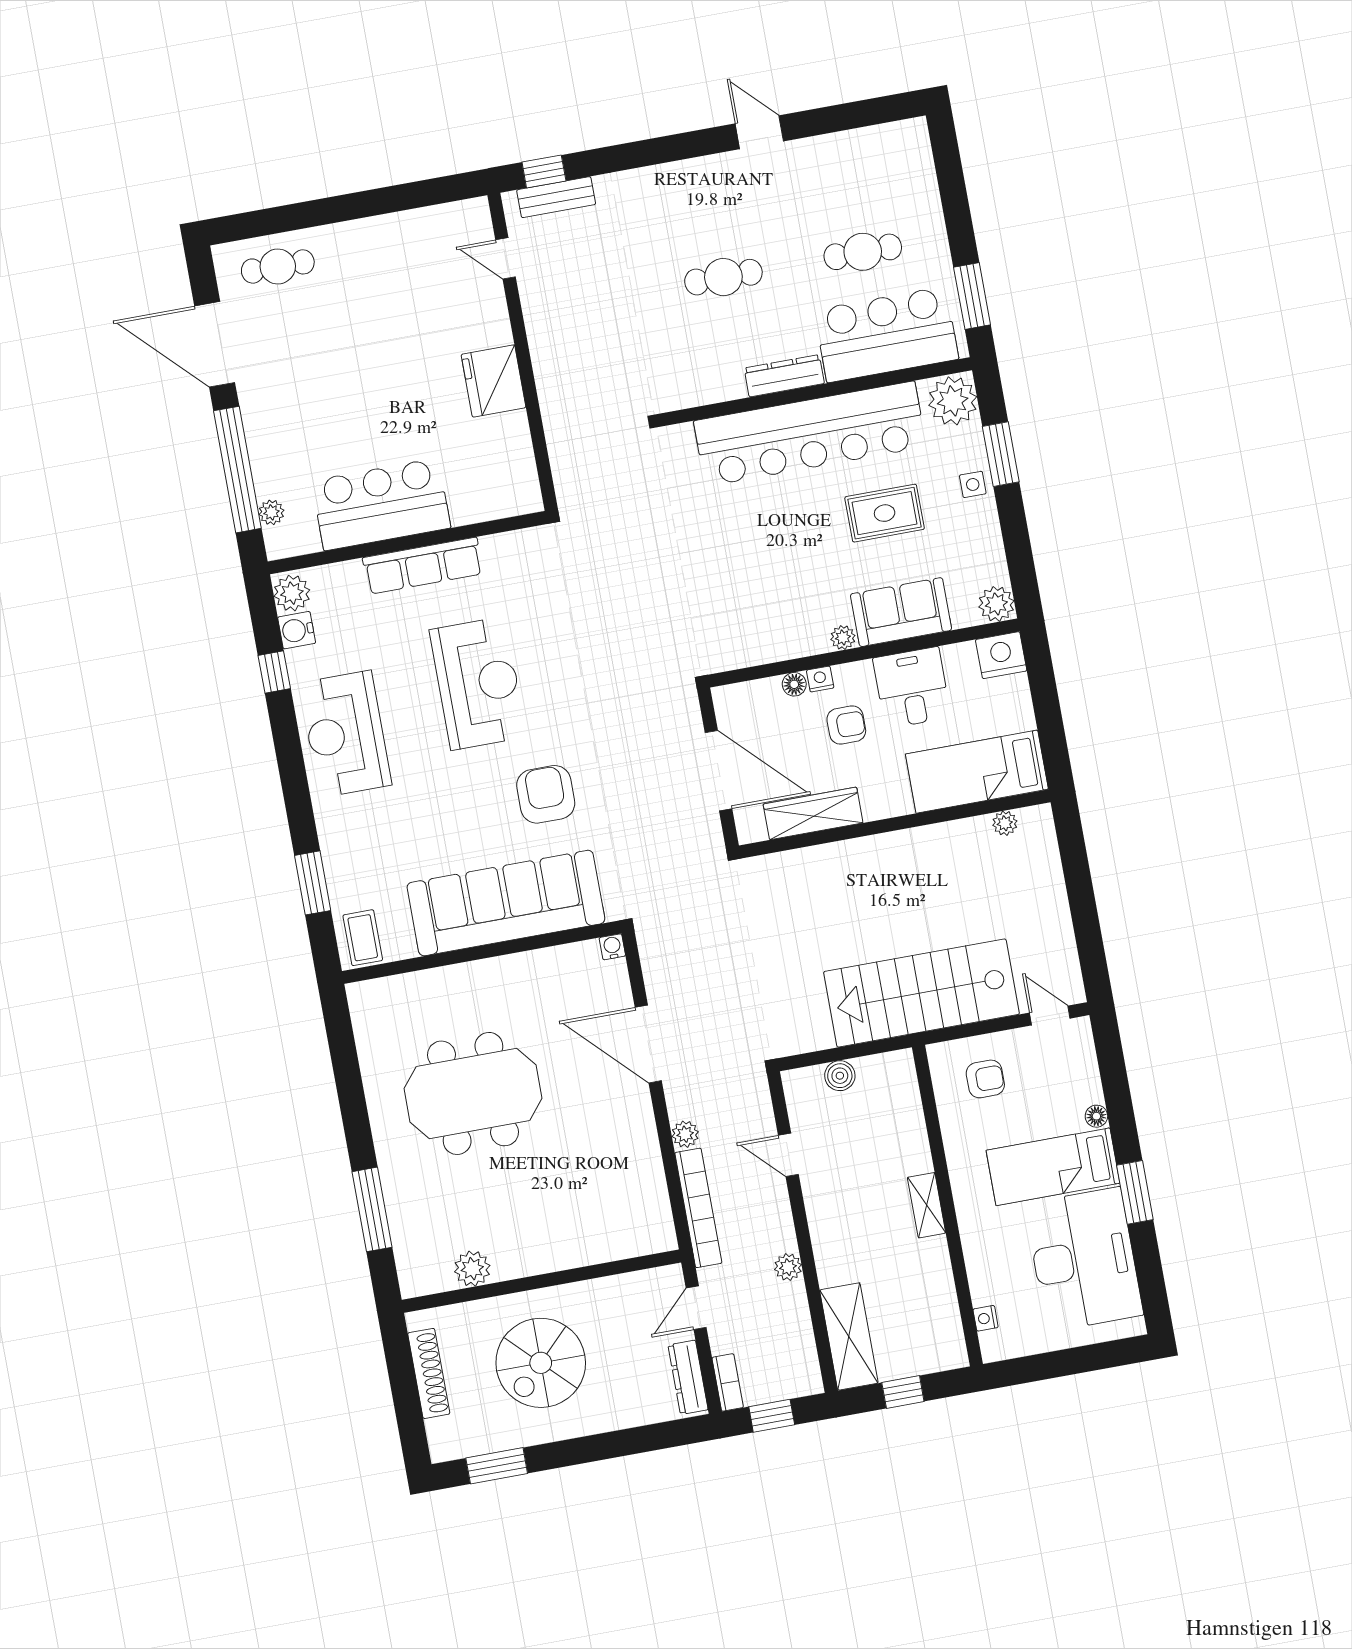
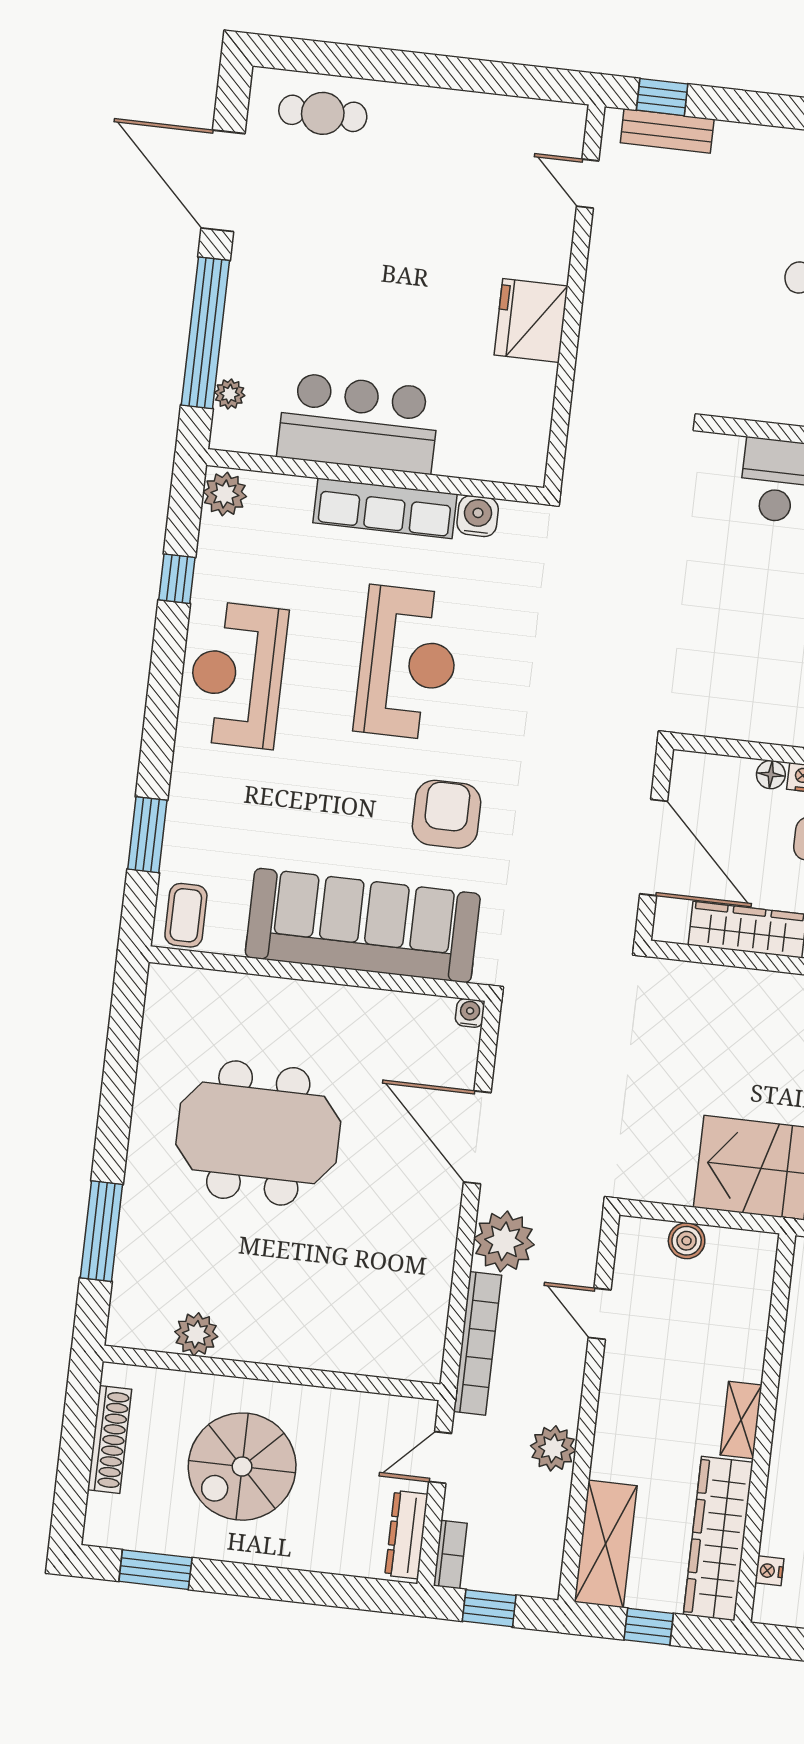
water cooler: (297, 630) -> (478, 516), moved, turned 90
plant: (685, 1134) -> (504, 1241), width x1.88, depth x1.88
plant: (788, 1267) -> (553, 1448), width x1.38, depth x1.38
wardrobe: (937, 1305) -> (718, 1538), added

